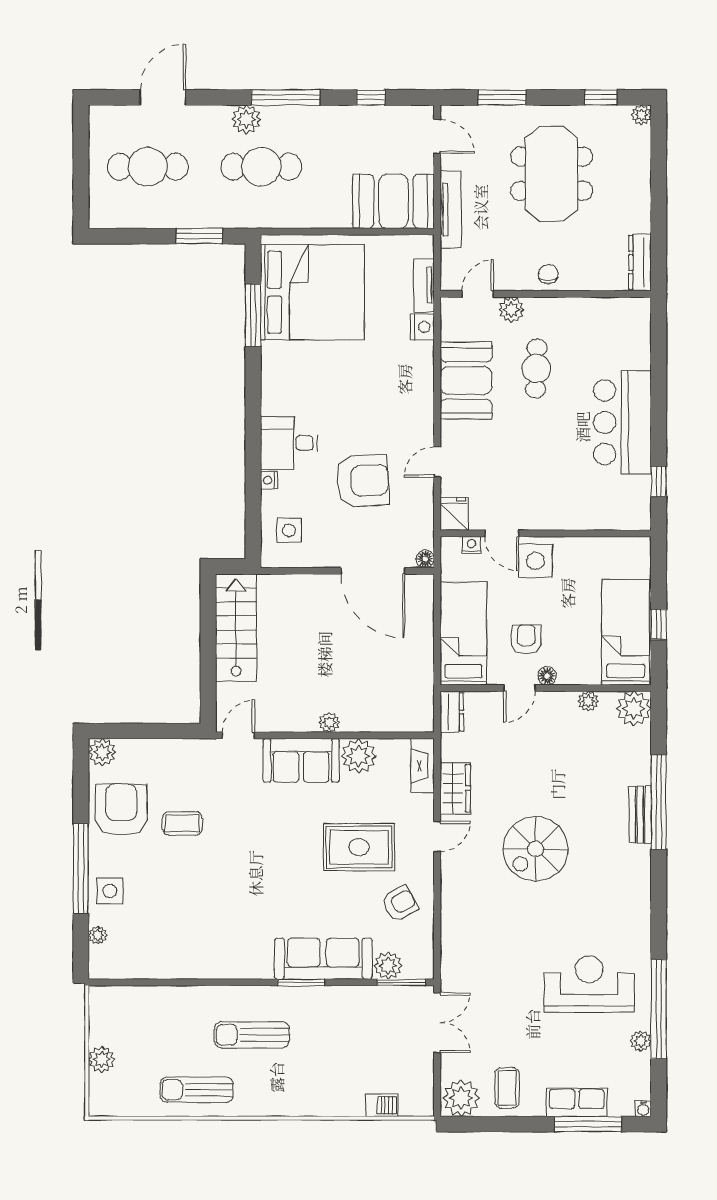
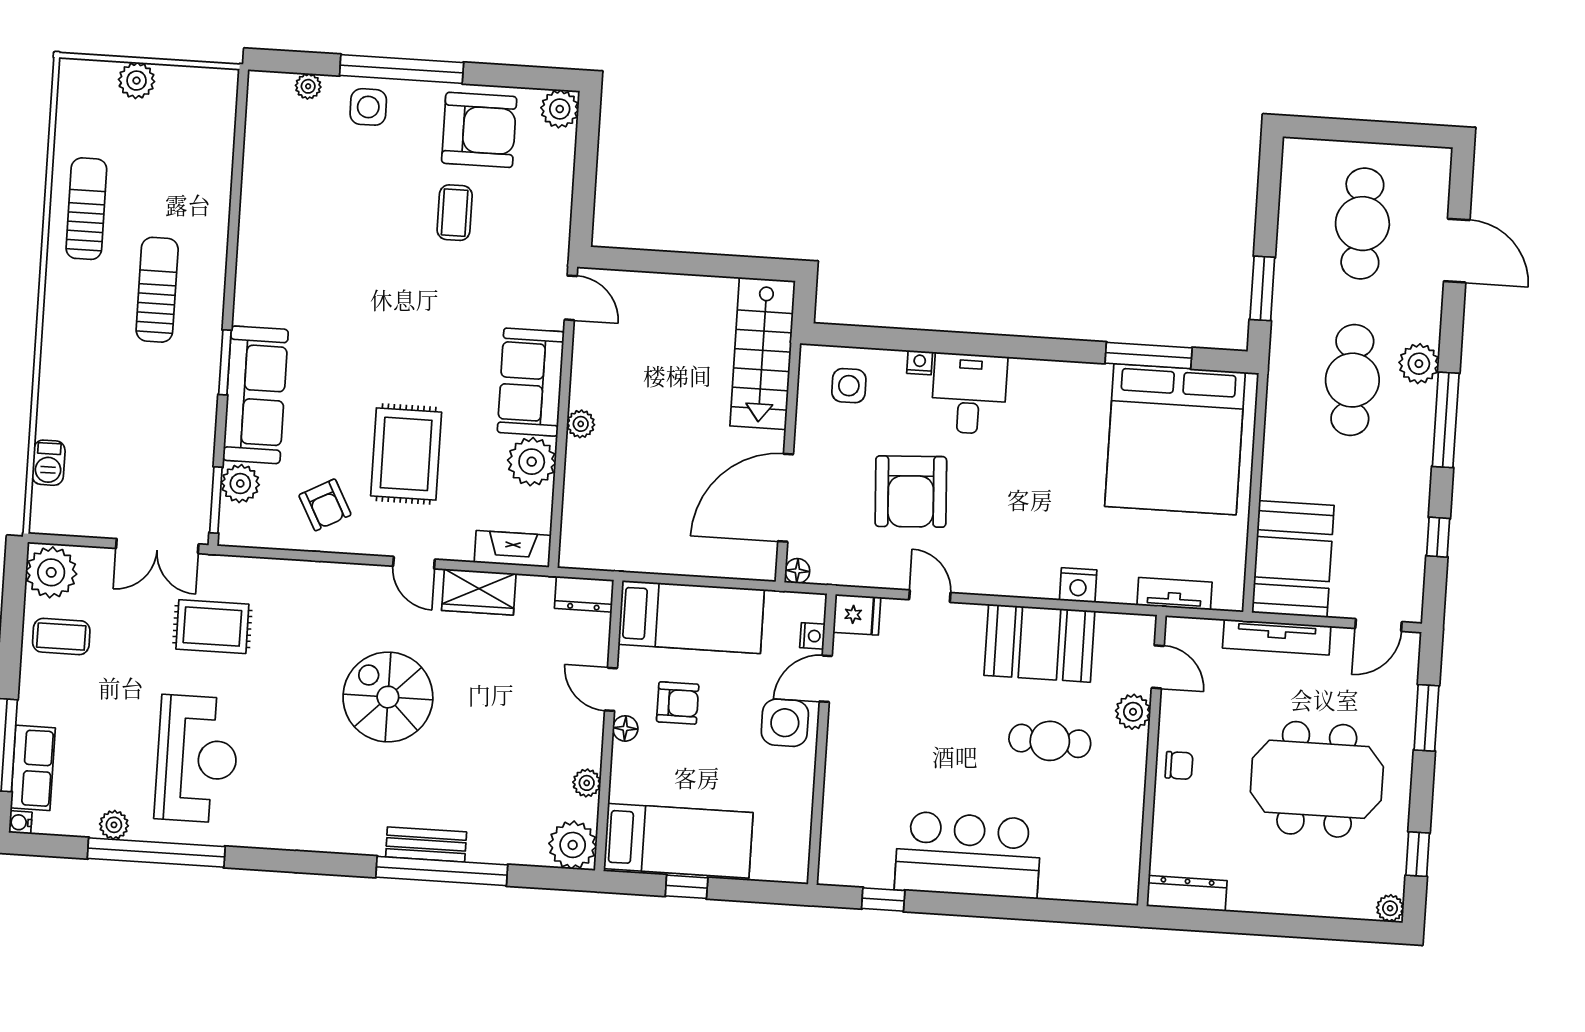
nightstand: (422, 327) -> (1078, 585), moved
stairs: (236, 628) -> (763, 353), moved, turned 90
rug: (493, 979) -> (212, 627), added
row of seats: (577, 1102) -> (33, 768), moved

